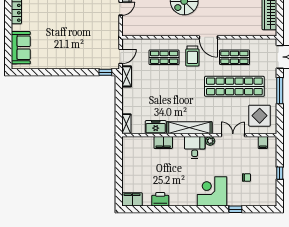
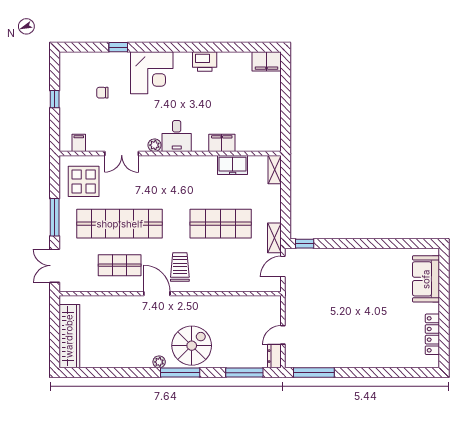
shop shelf: (164, 57) -> (221, 224), moved, width x1.43, depth x1.36
shelving: (189, 128) -> (184, 164), removed
printer: (160, 199) -> (205, 62), moved

